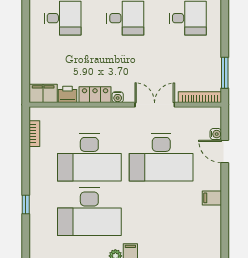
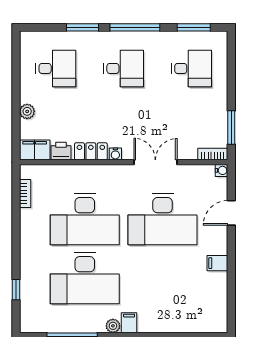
plant: (36, 58) -> (27, 111), added
bookcase: (200, 97) -> (213, 154), width x0.64
water cooler: (216, 134) -> (222, 170), moved
door: (225, 152) -> (231, 213), hinge flipped
window: (26, 204) -> (16, 290), moved

